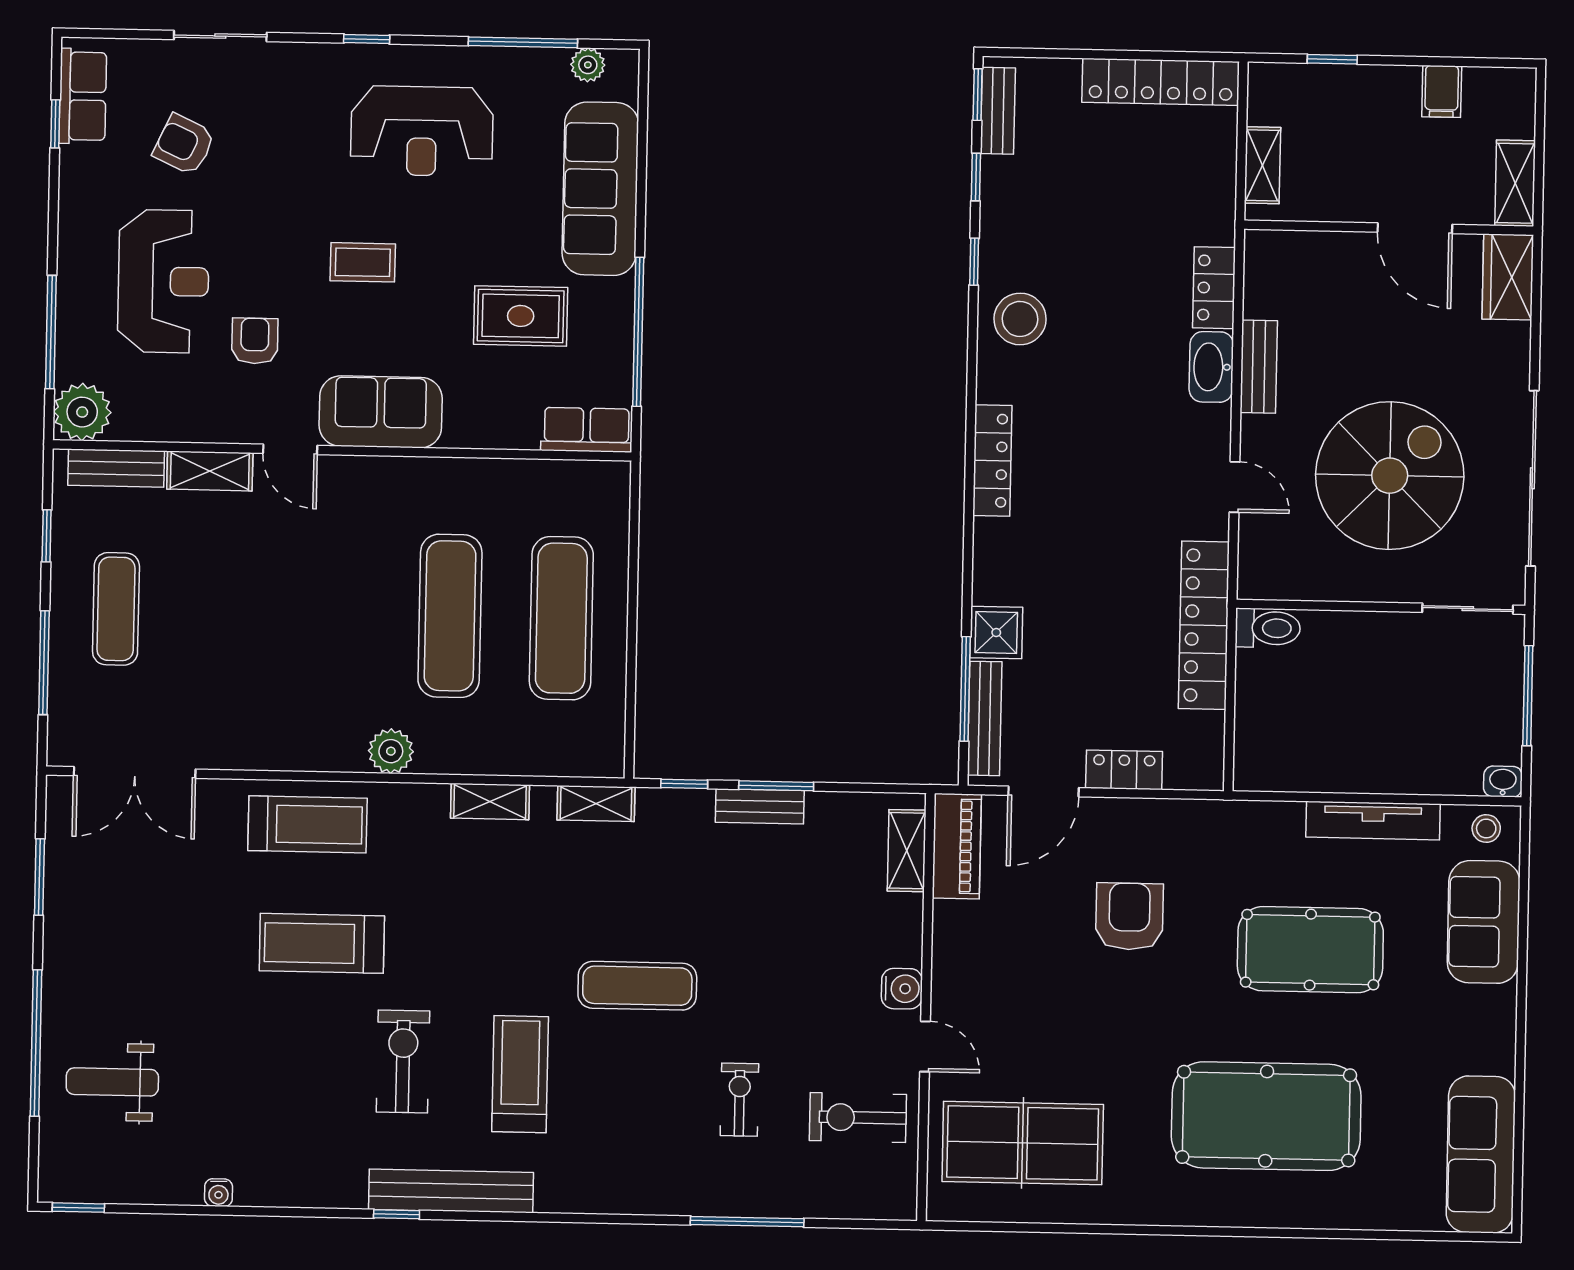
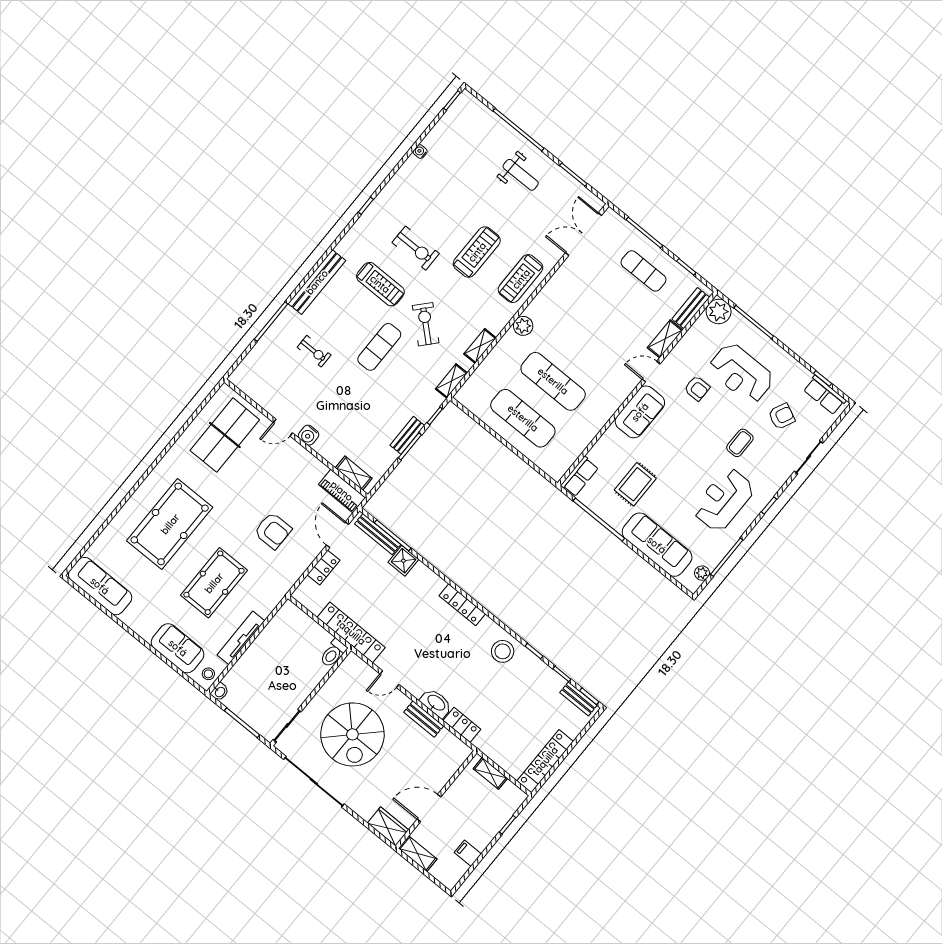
coffee table: (363, 262) -> (740, 443), moved
weight bench: (112, 1082) -> (521, 175), moved, turned 90
exercise bike: (858, 1117) -> (426, 324), moved, turned -48
bench: (451, 1191) -> (317, 282), moved

